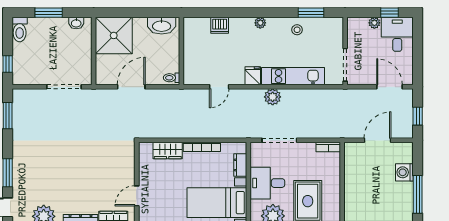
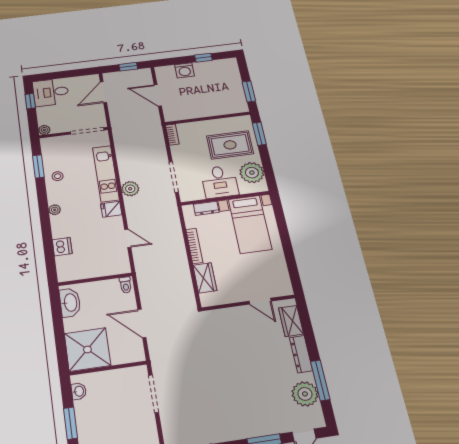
plant: (374, 23) -> (44, 130), moved
window: (418, 194) -> (203, 58), width x0.46

